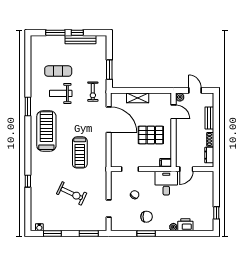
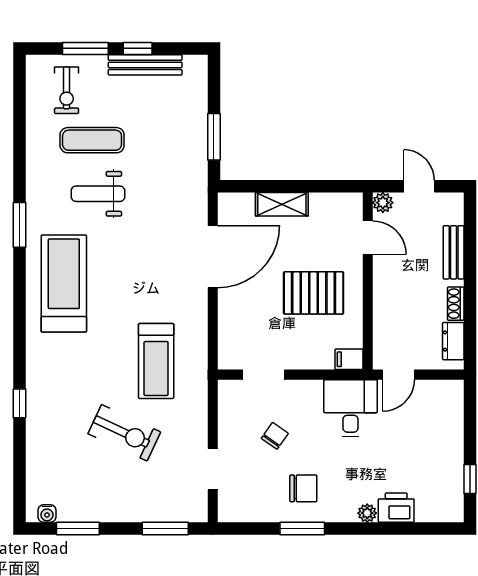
exercise bike: (93, 92) -> (67, 90), moved
door: (109, 120) -> (213, 257), hinge flipped
treadmill: (80, 152) -> (156, 361), moved

